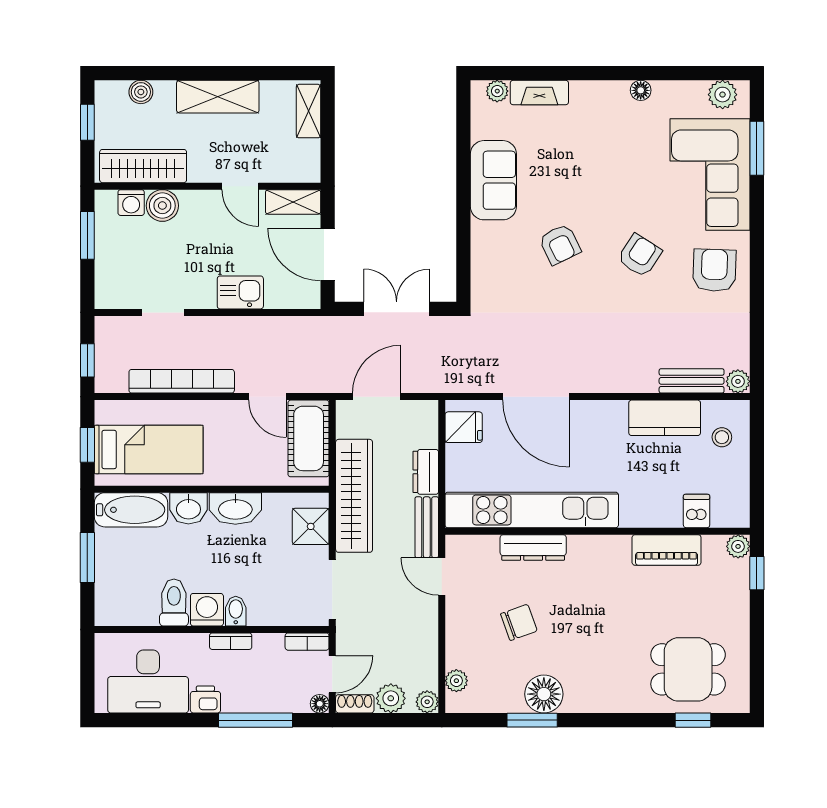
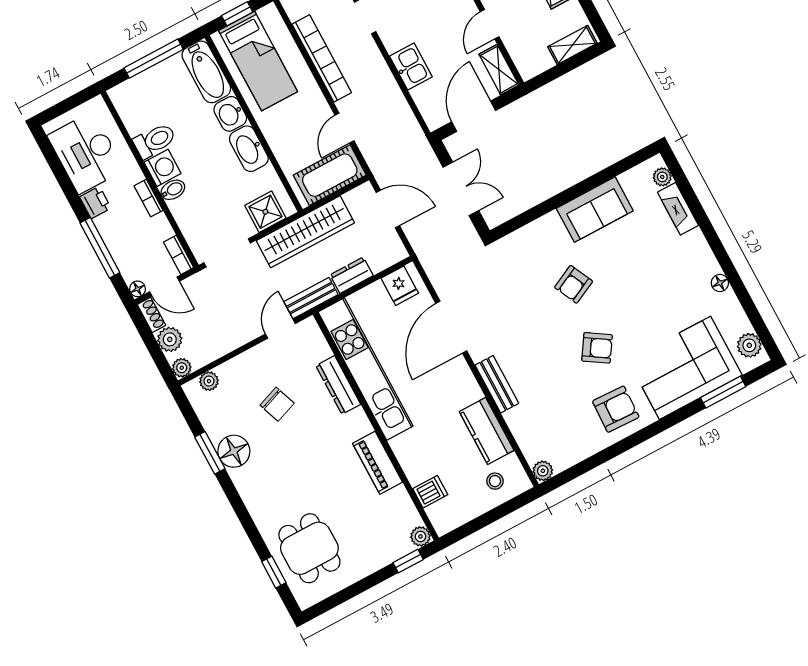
bench: (692, 381) -> (497, 384), moved
piano: (667, 550) -> (378, 463), moved
window: (87, 557) -> (154, 59), width x1.44

